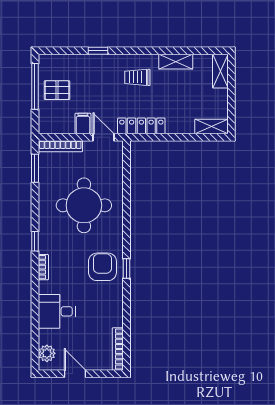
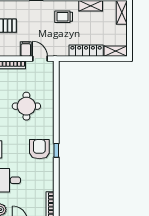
locker: (141, 126) -> (86, 51), moved
round table: (84, 205) -> (26, 106), width x0.73, depth x0.73

